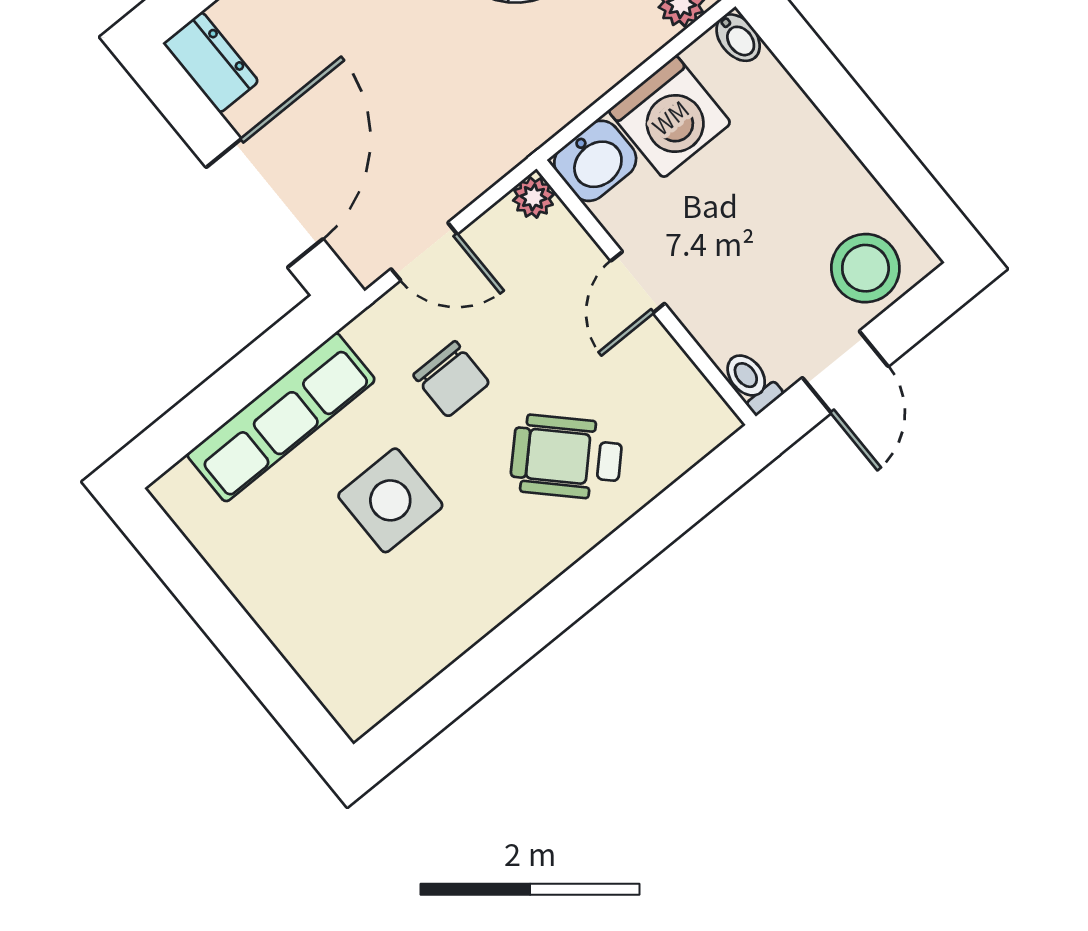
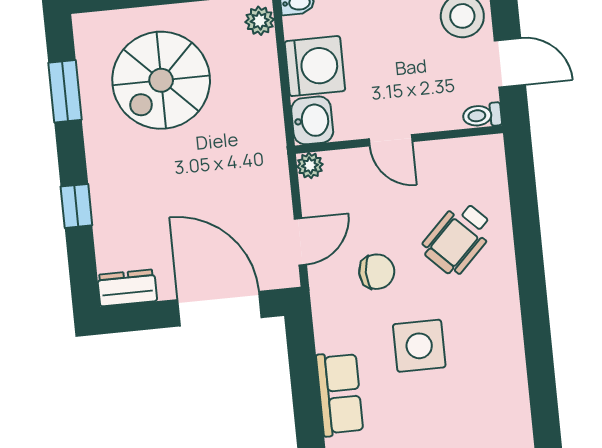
row of seats: (281, 417) -> (340, 394), width x0.68

